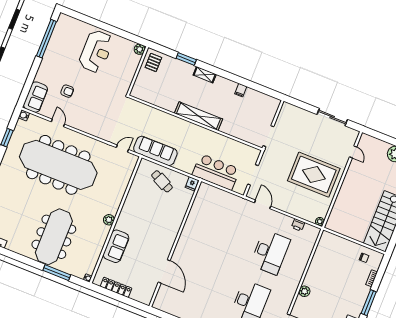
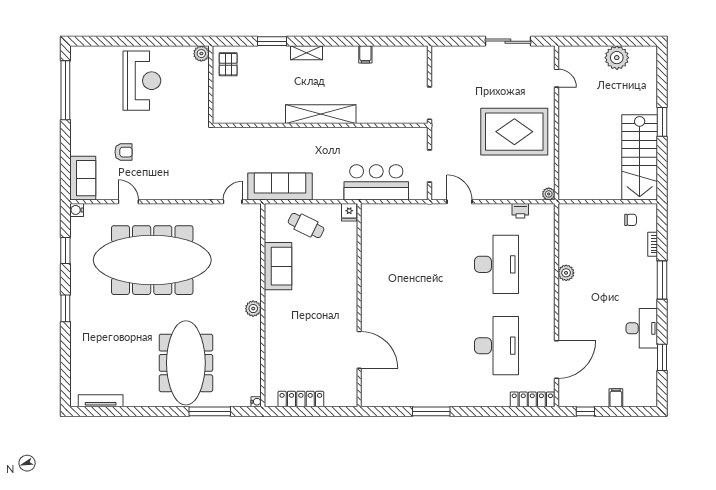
sofa: (116, 246) -> (278, 266), moved
plant: (304, 291) -> (566, 273), moved

